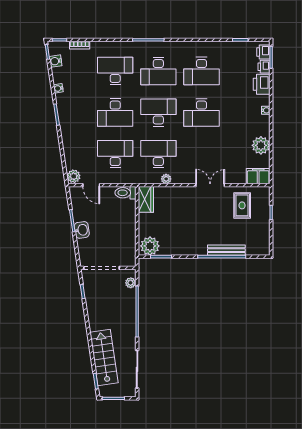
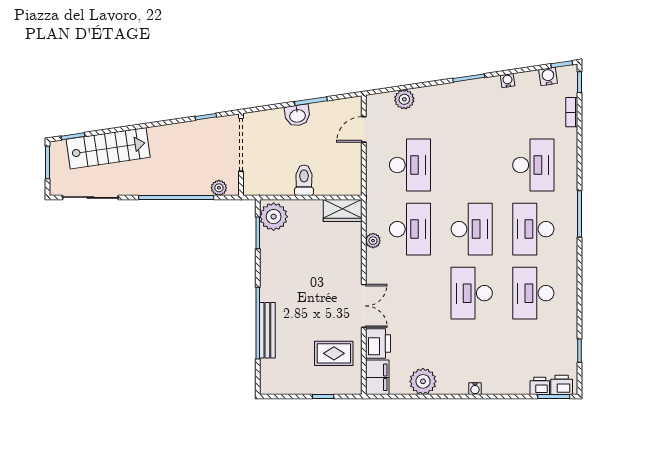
printer: (262, 84) -> (378, 343), moved, turned 90
desk: (115, 113) -> (472, 165), removed
plant: (74, 176) -> (404, 99), moved
toilet: (125, 193) -> (304, 180), moved

